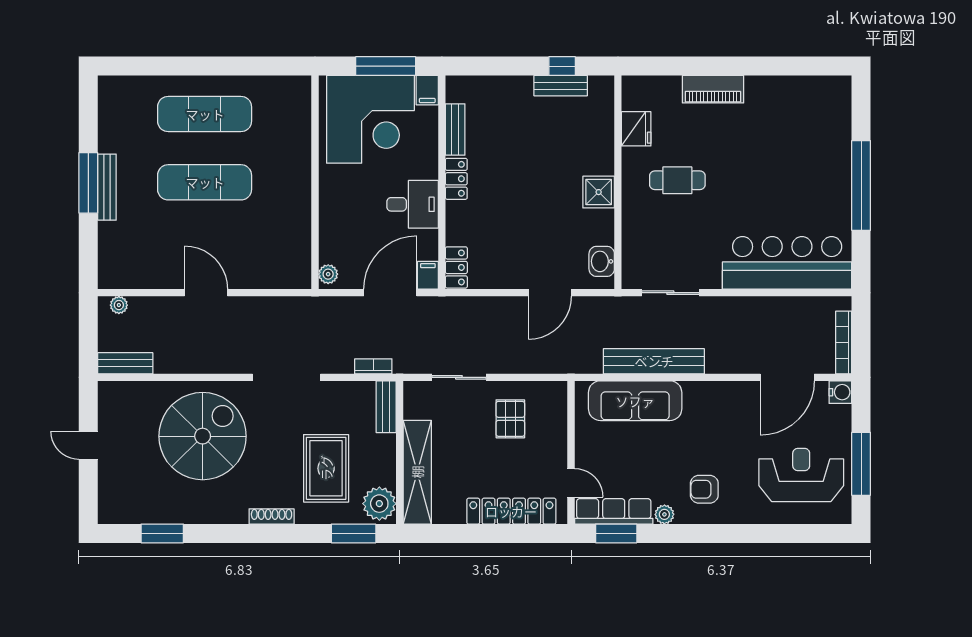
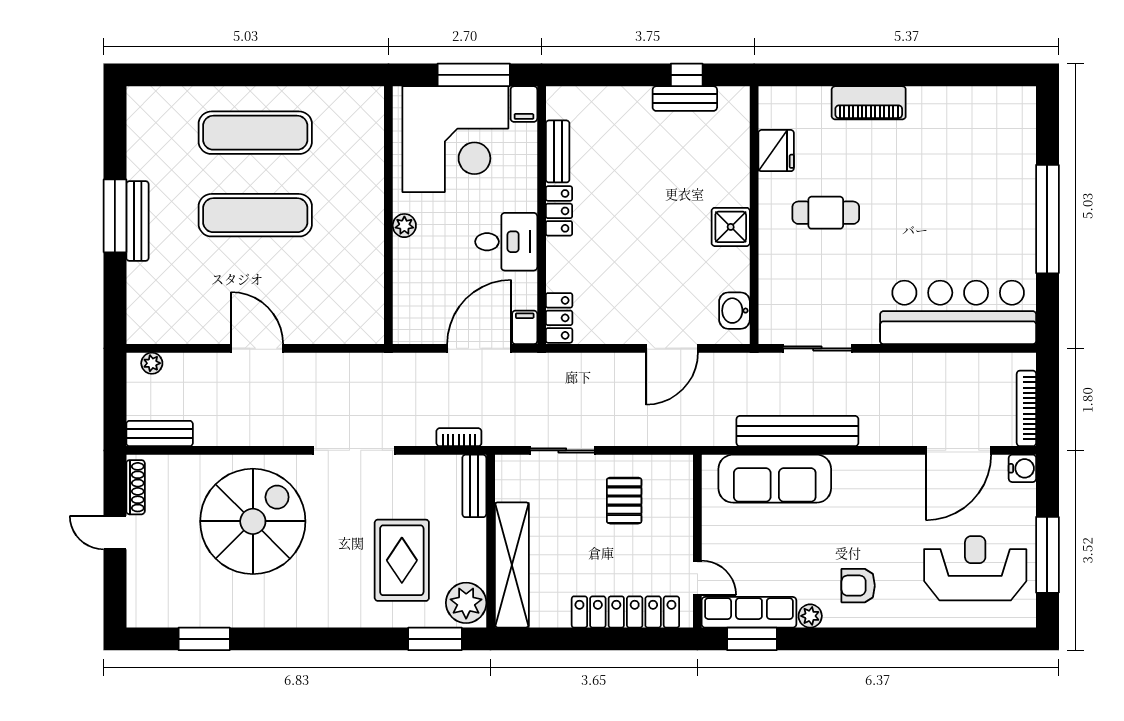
plant: (328, 274) -> (404, 226), moved
shoe rack: (272, 516) -> (136, 487), moved, turned 90

